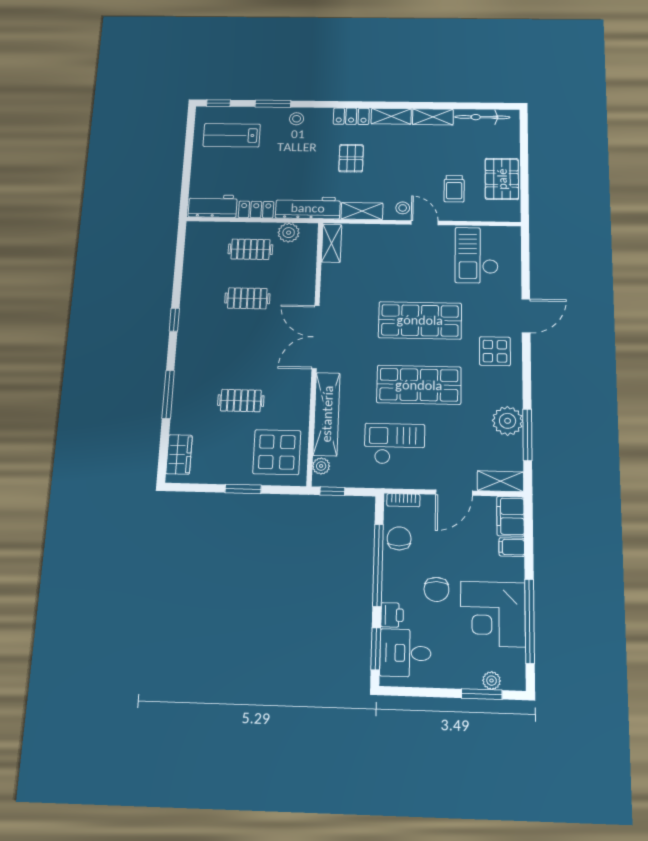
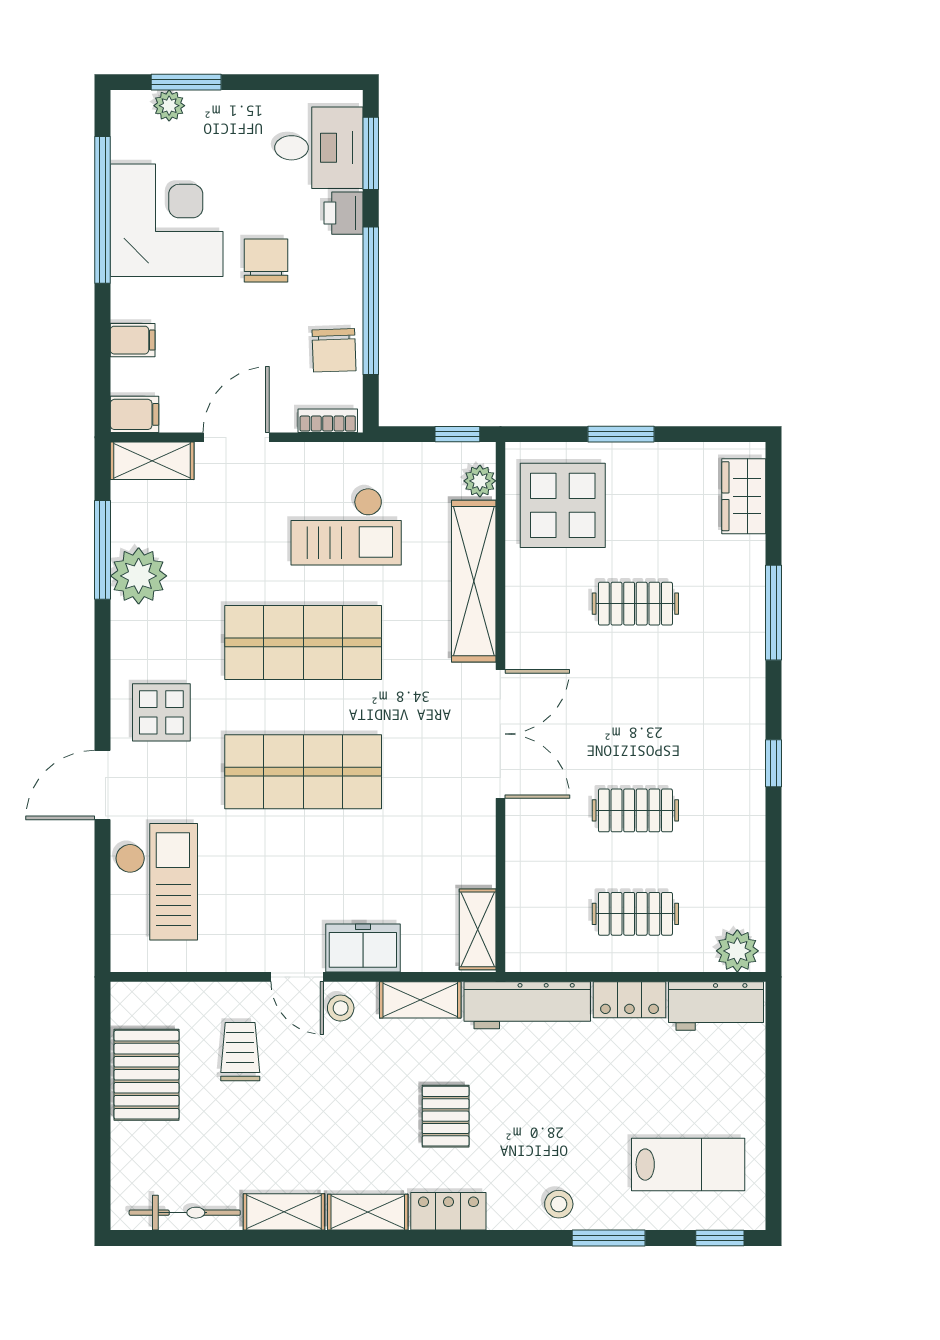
plant: (289, 233) -> (737, 951), moved
freezer: (391, 236) -> (363, 948), added
checkout: (477, 255) -> (156, 882), moved
filing cabinet: (510, 516) -> (134, 414), width x0.50

